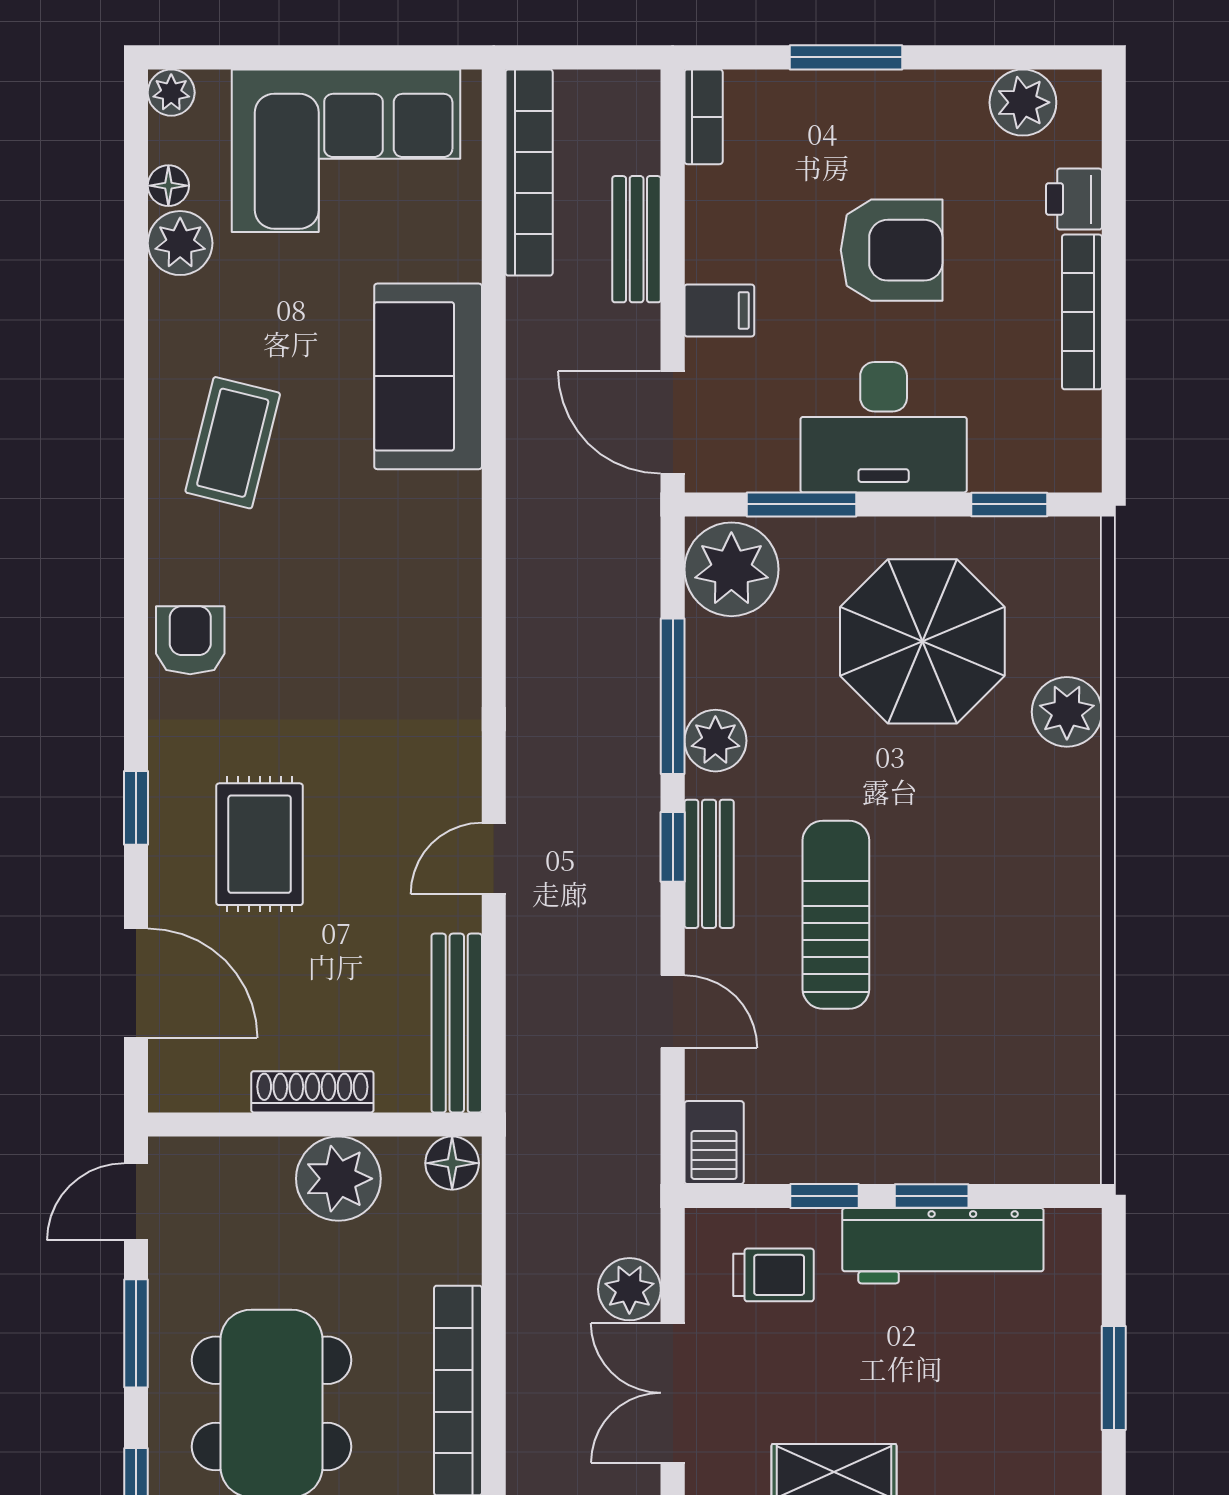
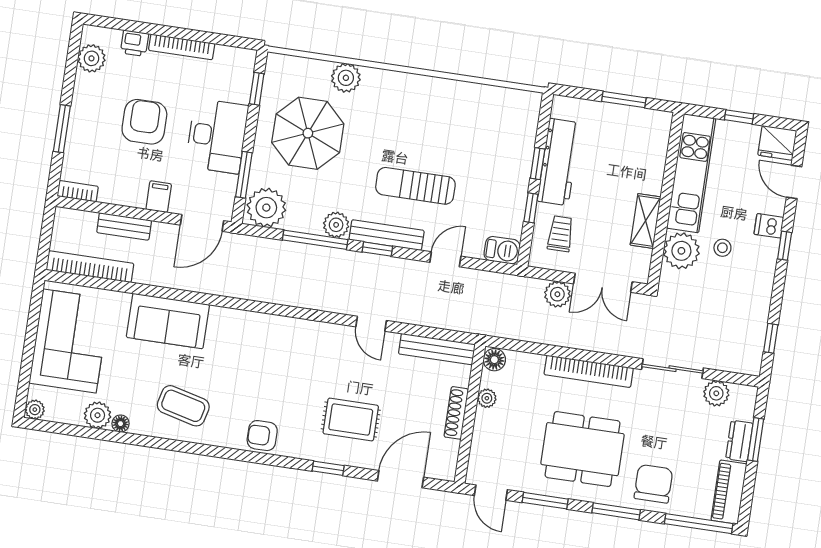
floor lamp: (168, 186) -> (121, 424), moved
bench: (709, 864) -> (387, 235), width x1.36
plant: (338, 1179) -> (487, 398), width x0.53, depth x0.53

